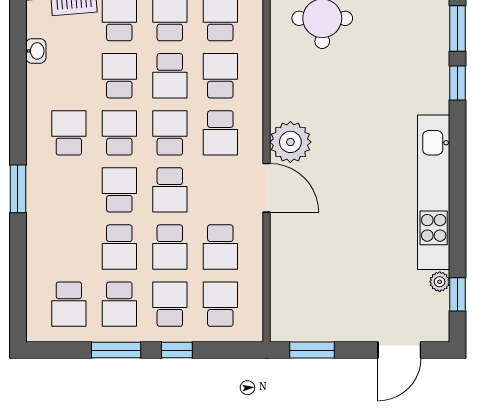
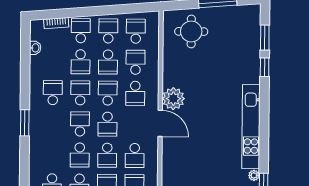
school desk: (119, 76) -> (81, 62), turned 180

